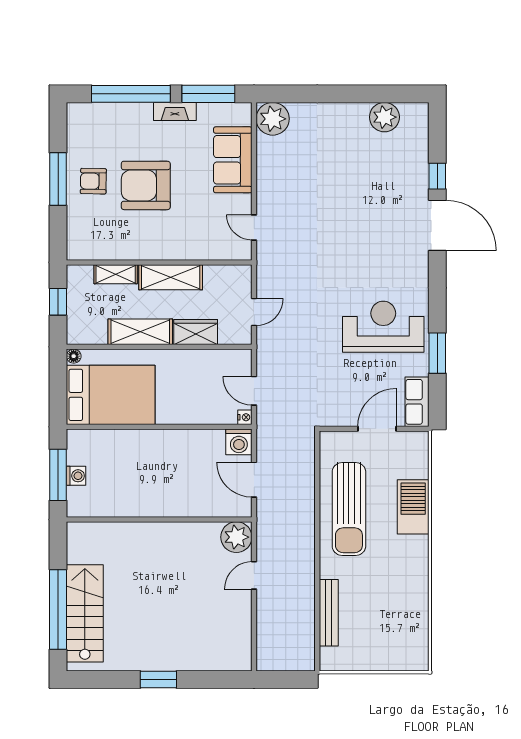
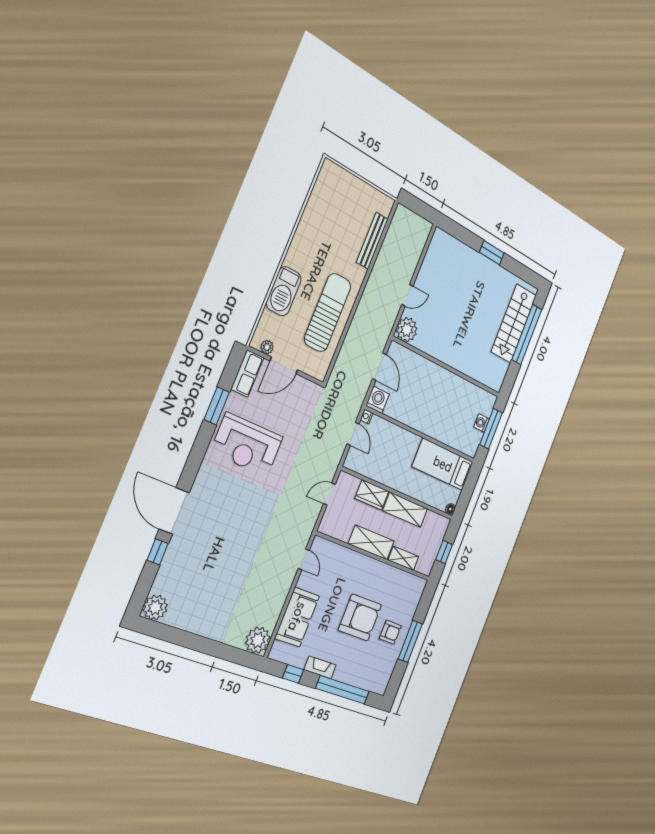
window: (208, 94) -> (293, 674), width x0.46
plant: (384, 117) -> (155, 607), moved
bed: (111, 395) -> (443, 464), width x0.67
plant: (406, 439) -> (267, 347), added

